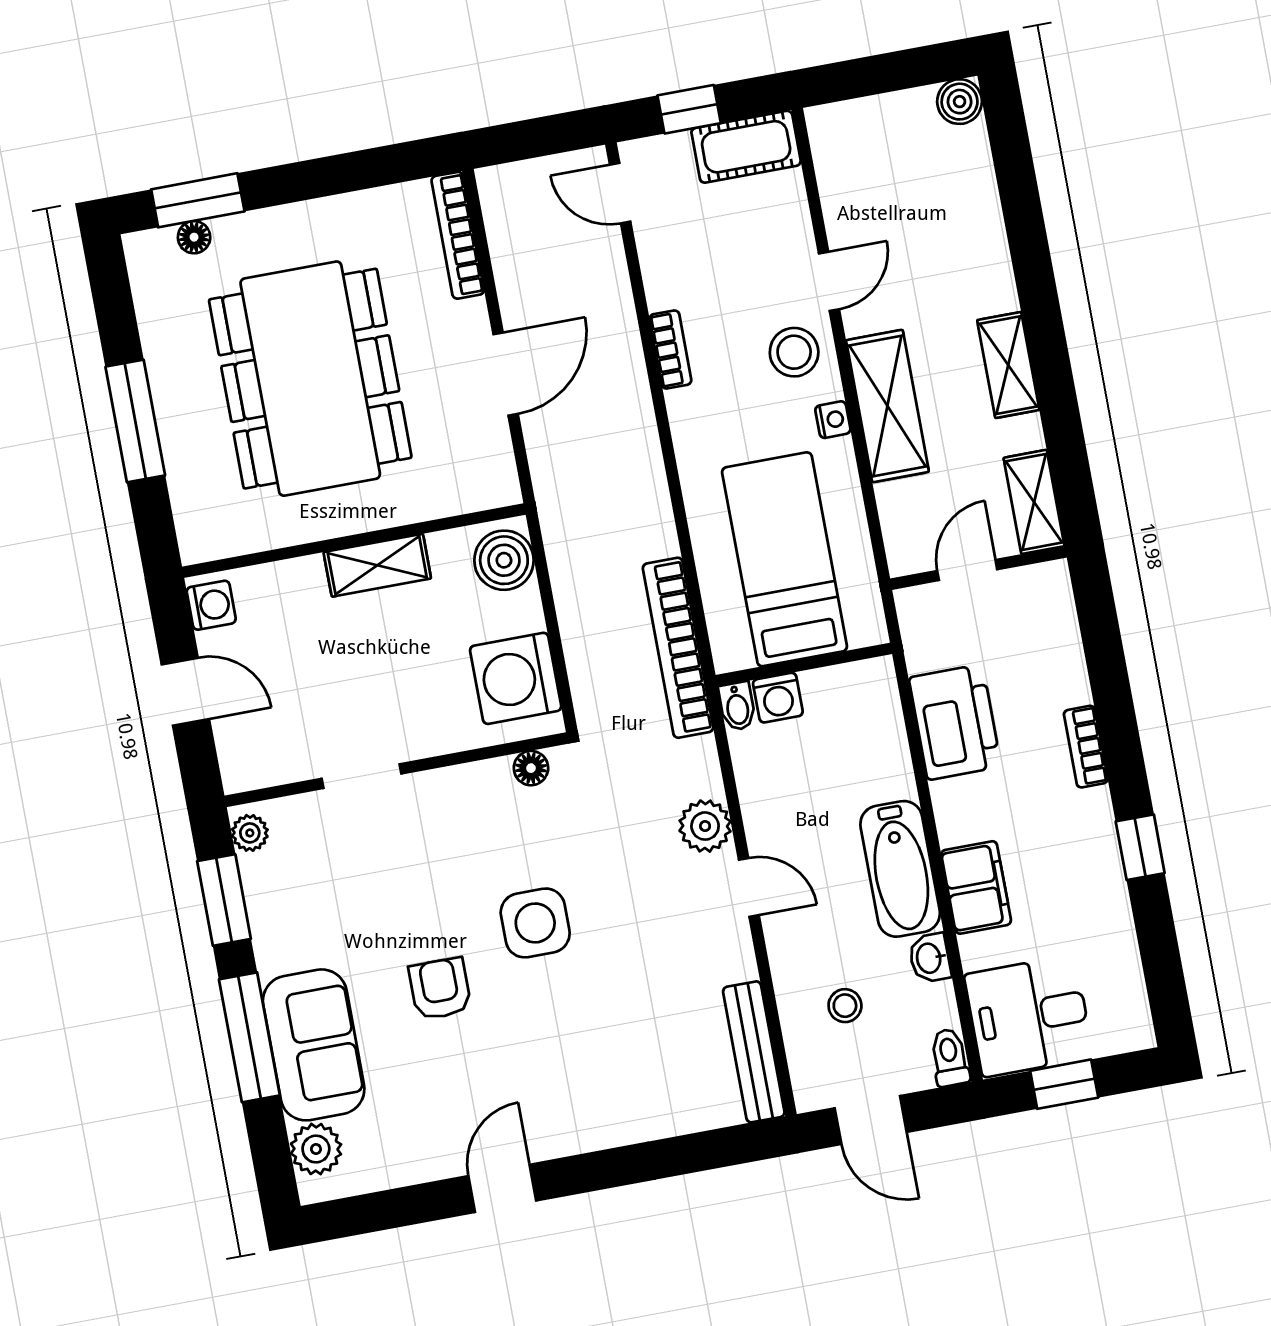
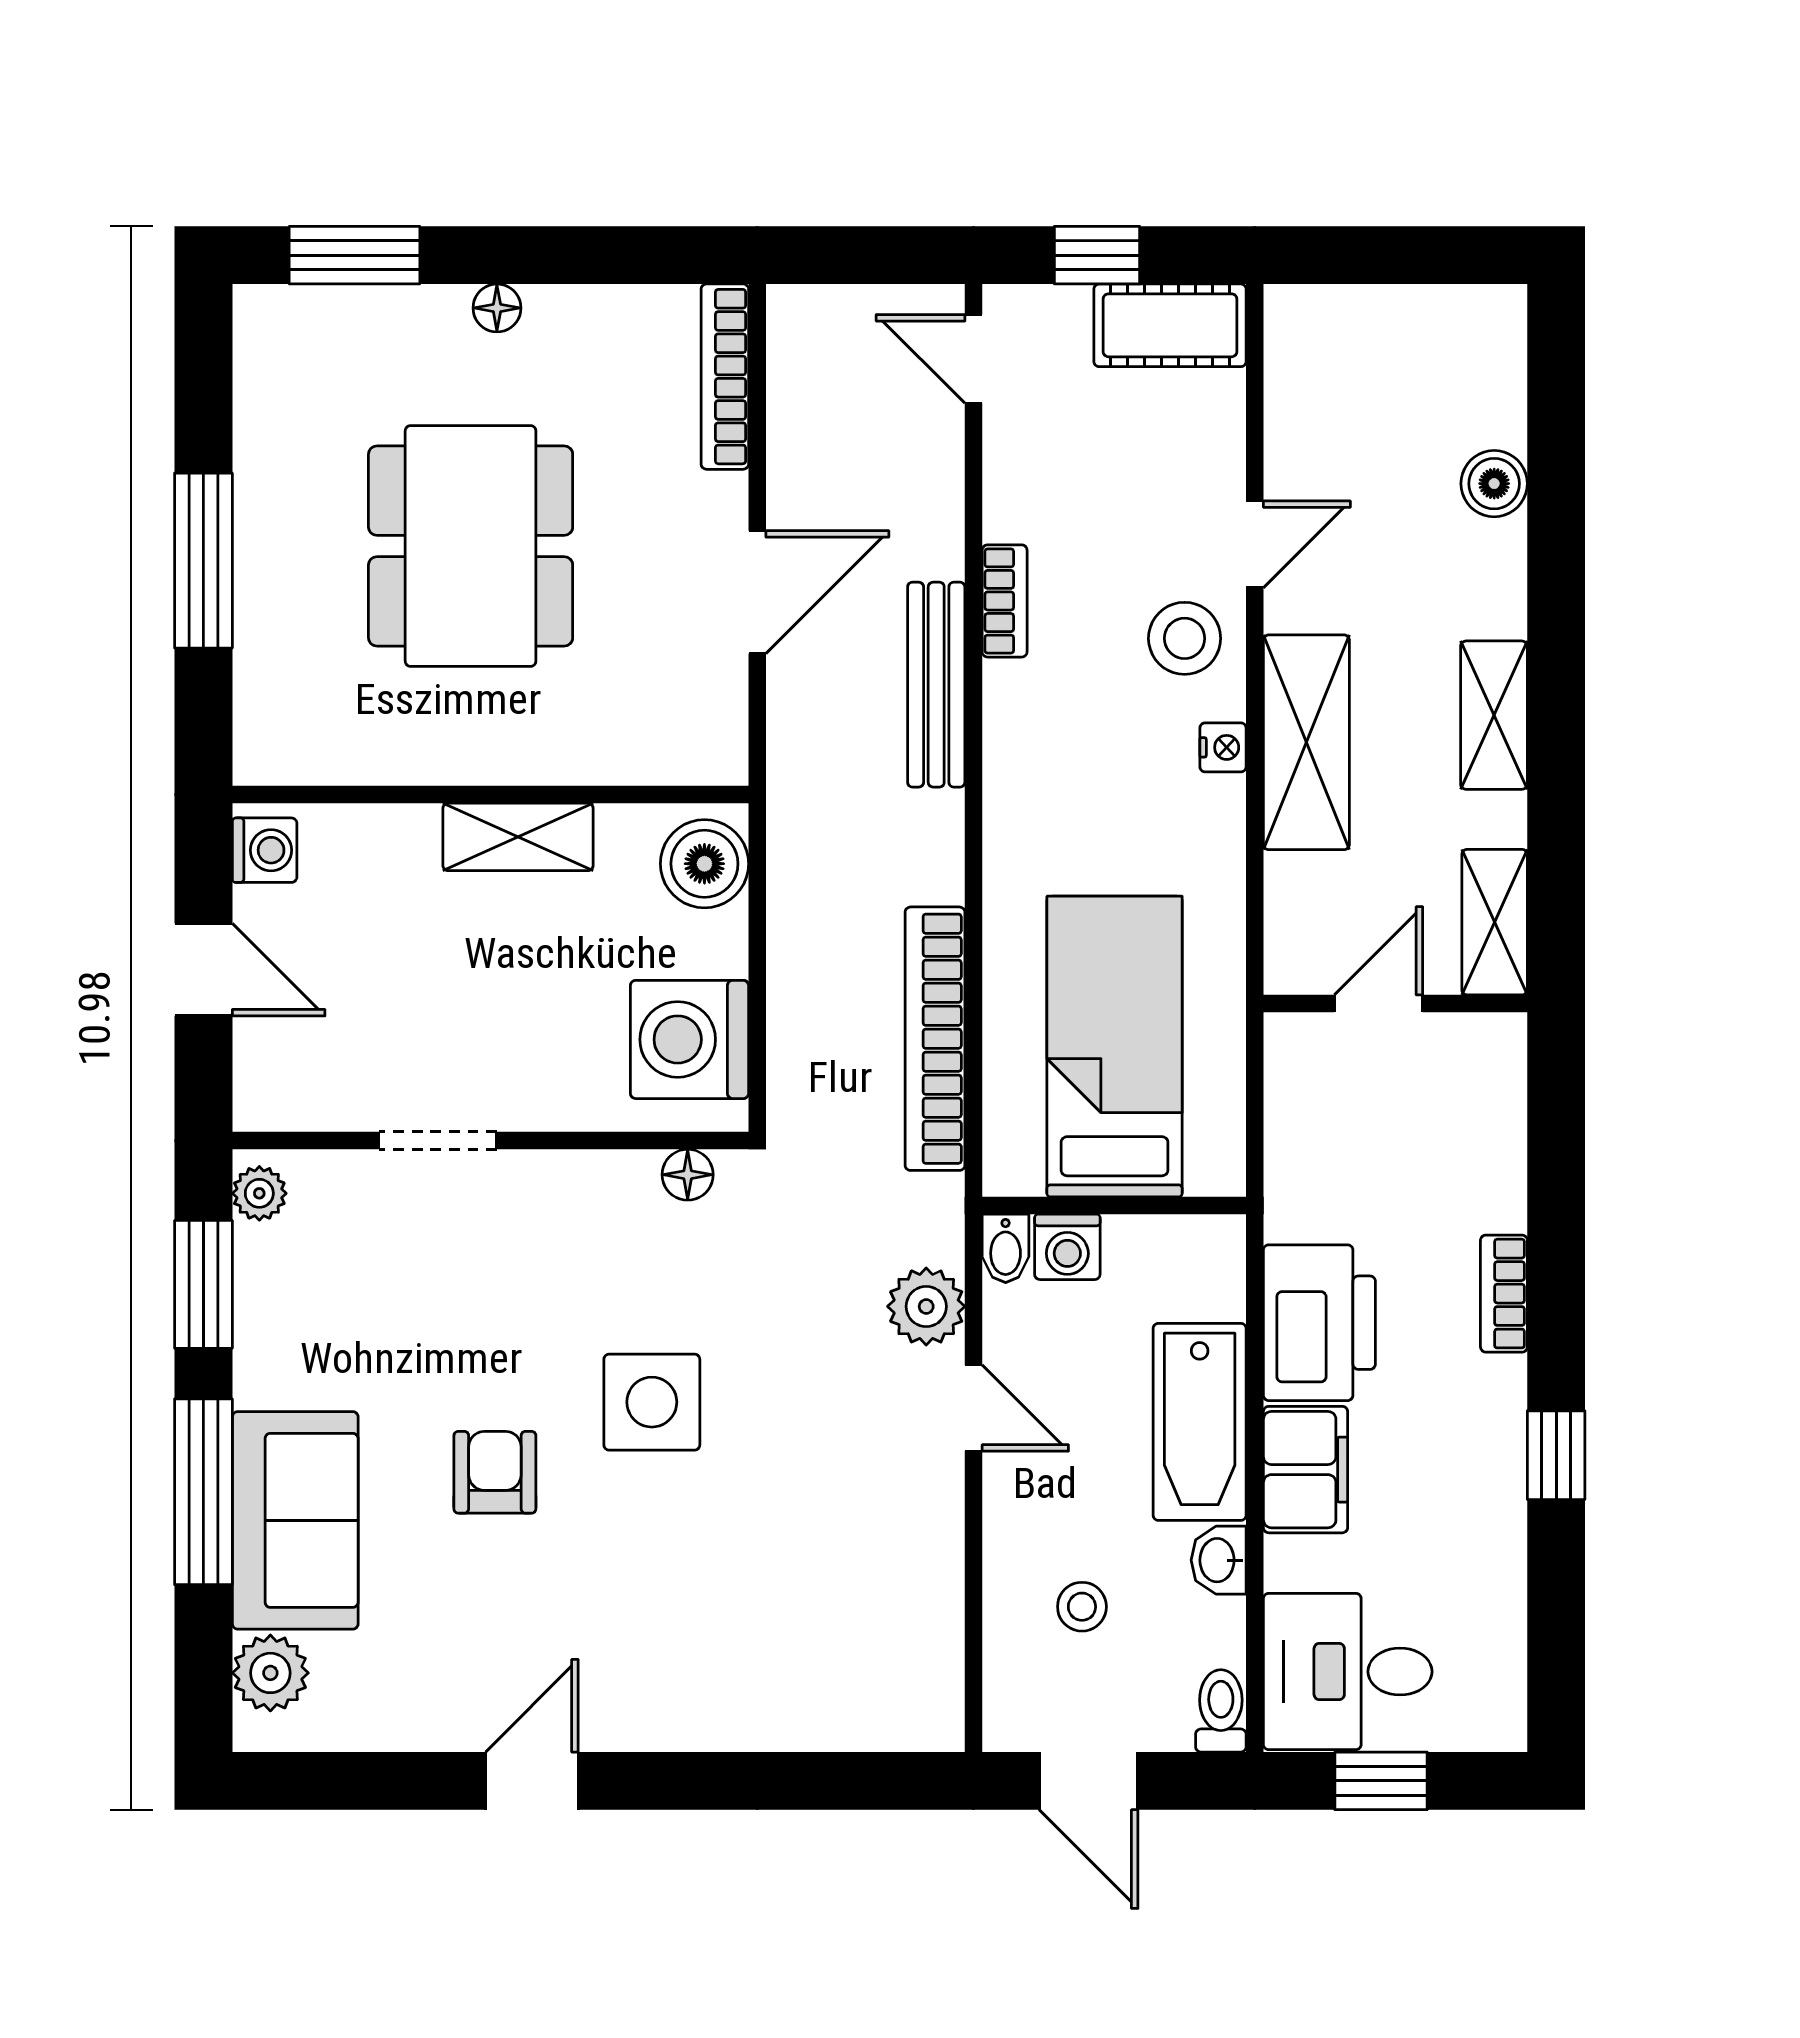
boiler: (960, 102) -> (1494, 484), moved
floor lamp: (194, 237) -> (497, 308), moved
dining table: (310, 379) -> (471, 546), width x0.73, depth x0.80
bed: (785, 559) -> (1115, 1047), moved
wall: (804, 665) -> (1114, 1205), moved
washing machine: (778, 698) -> (1067, 1247), moved
bidet: (737, 706) -> (1006, 1248), moved
printer: (955, 722) -> (1319, 1323), moved
bench: (754, 1052) -> (936, 685), moved

